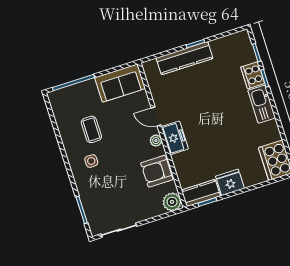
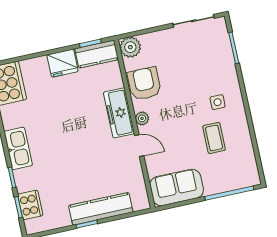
cooker: (253, 75) -> (30, 205), moved
freezer: (175, 138) -> (119, 113), width x1.40
armchair: (157, 171) -> (144, 84), turned -90

